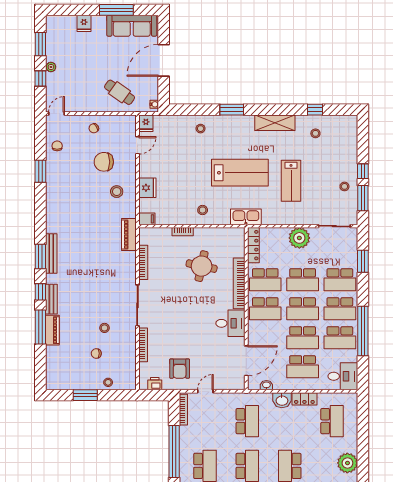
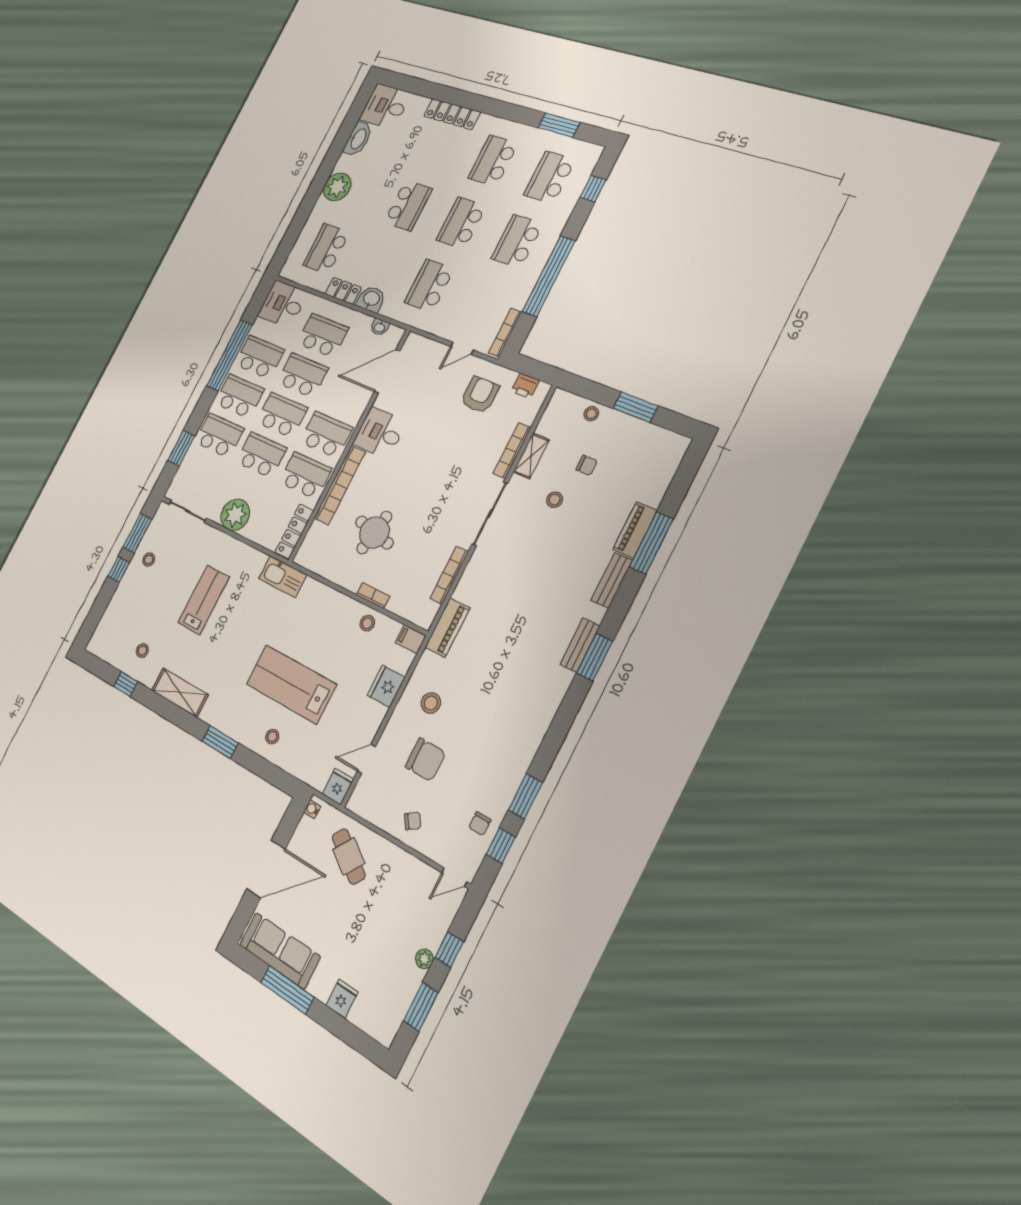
lab bench: (240, 173) -> (291, 684), moved
stool: (203, 210) -> (367, 623), moved
bench: (51, 254) -> (580, 645), width x0.73
window: (40, 292) -> (501, 846), moved
shelving: (130, 346) -> (531, 456), added

